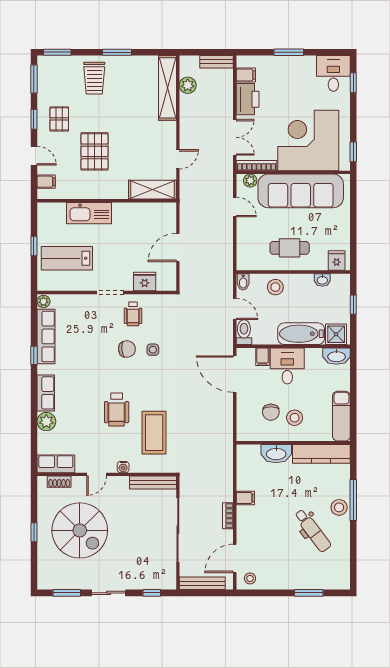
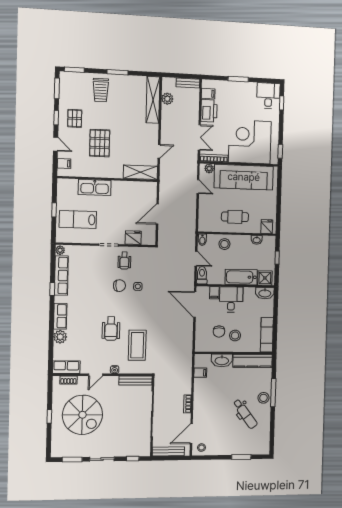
filing cabinet: (245, 498) -> (200, 373), moved

